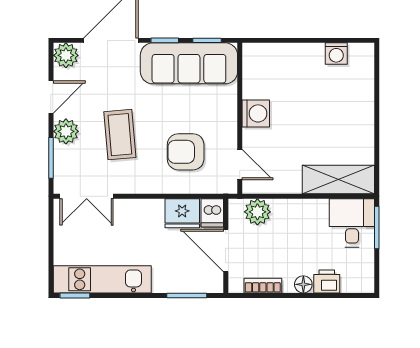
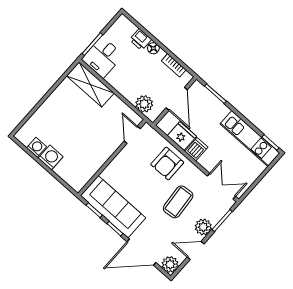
washing machine: (256, 113) -> (51, 157), moved, turned 90
armchair: (186, 152) -> (167, 163), moved, turned 90
dishwasher: (212, 213) -> (196, 149), moved

